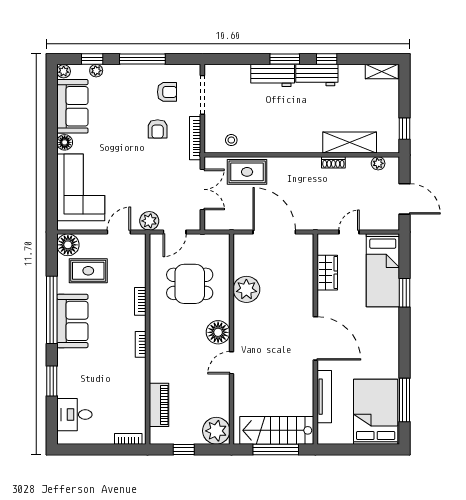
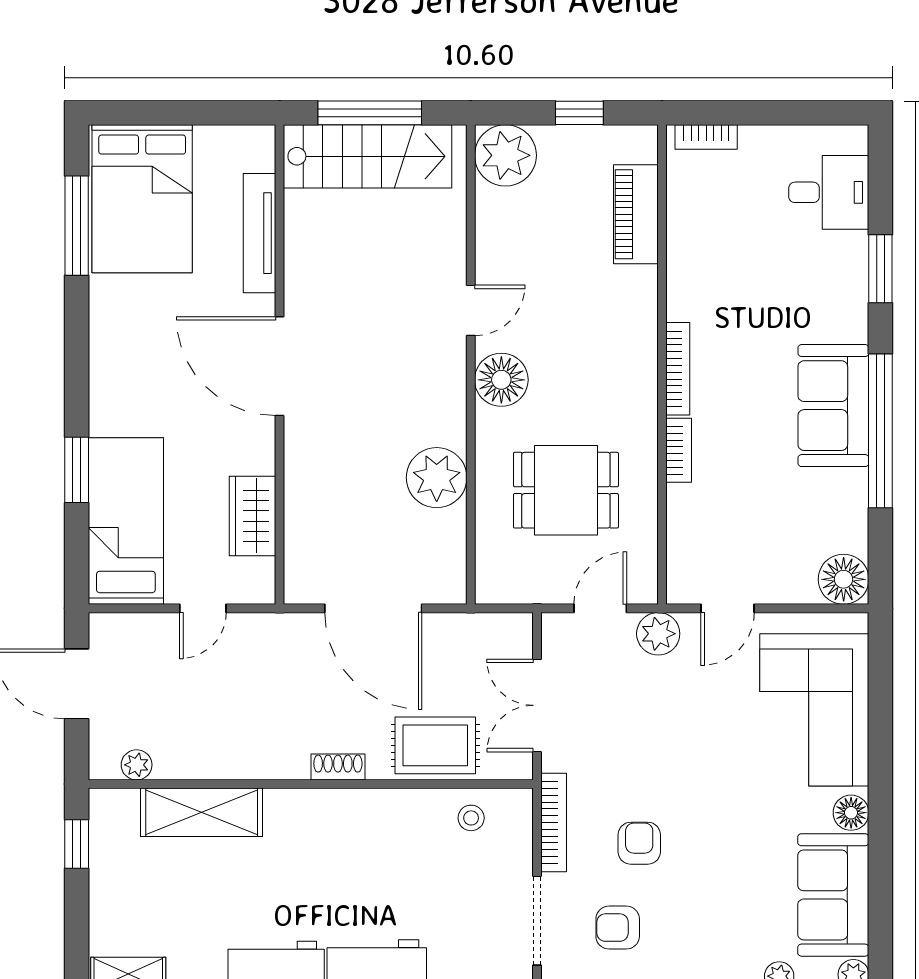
shoe rack: (333, 162) -> (338, 767), moved
rug: (88, 271) -> (797, 520), removed
bookcase: (141, 344) -> (678, 369), width x1.56

